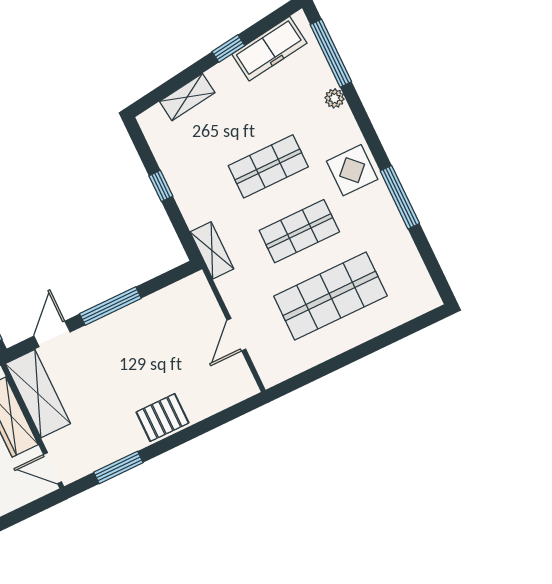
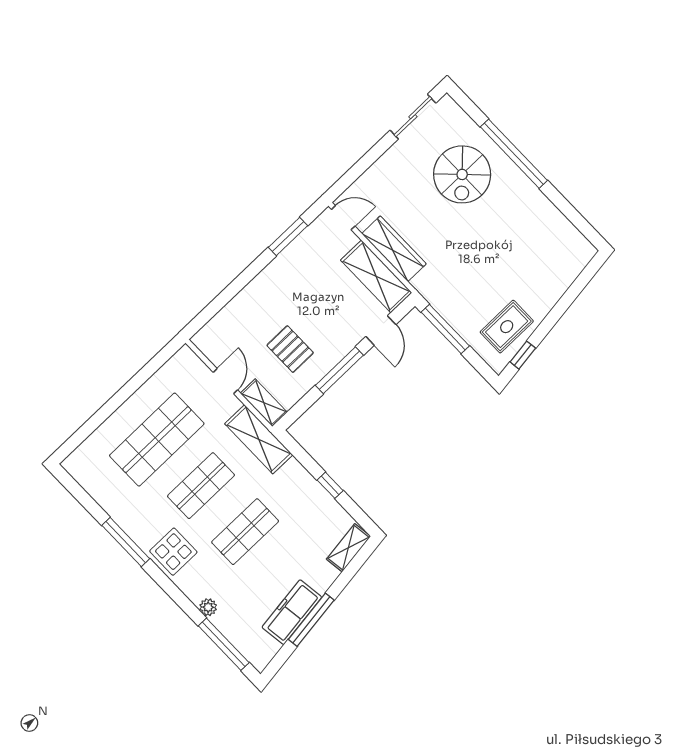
window: (228, 49) -> (311, 620), width x2.17
freezer: (269, 49) -> (292, 612), moved
shelving: (187, 97) -> (348, 548), moved
shelving: (212, 250) -> (259, 439), width x1.50, depth x1.33
shelving: (203, 298) -> (264, 403), added
pallet: (162, 418) -> (290, 349), moved, turned 90

